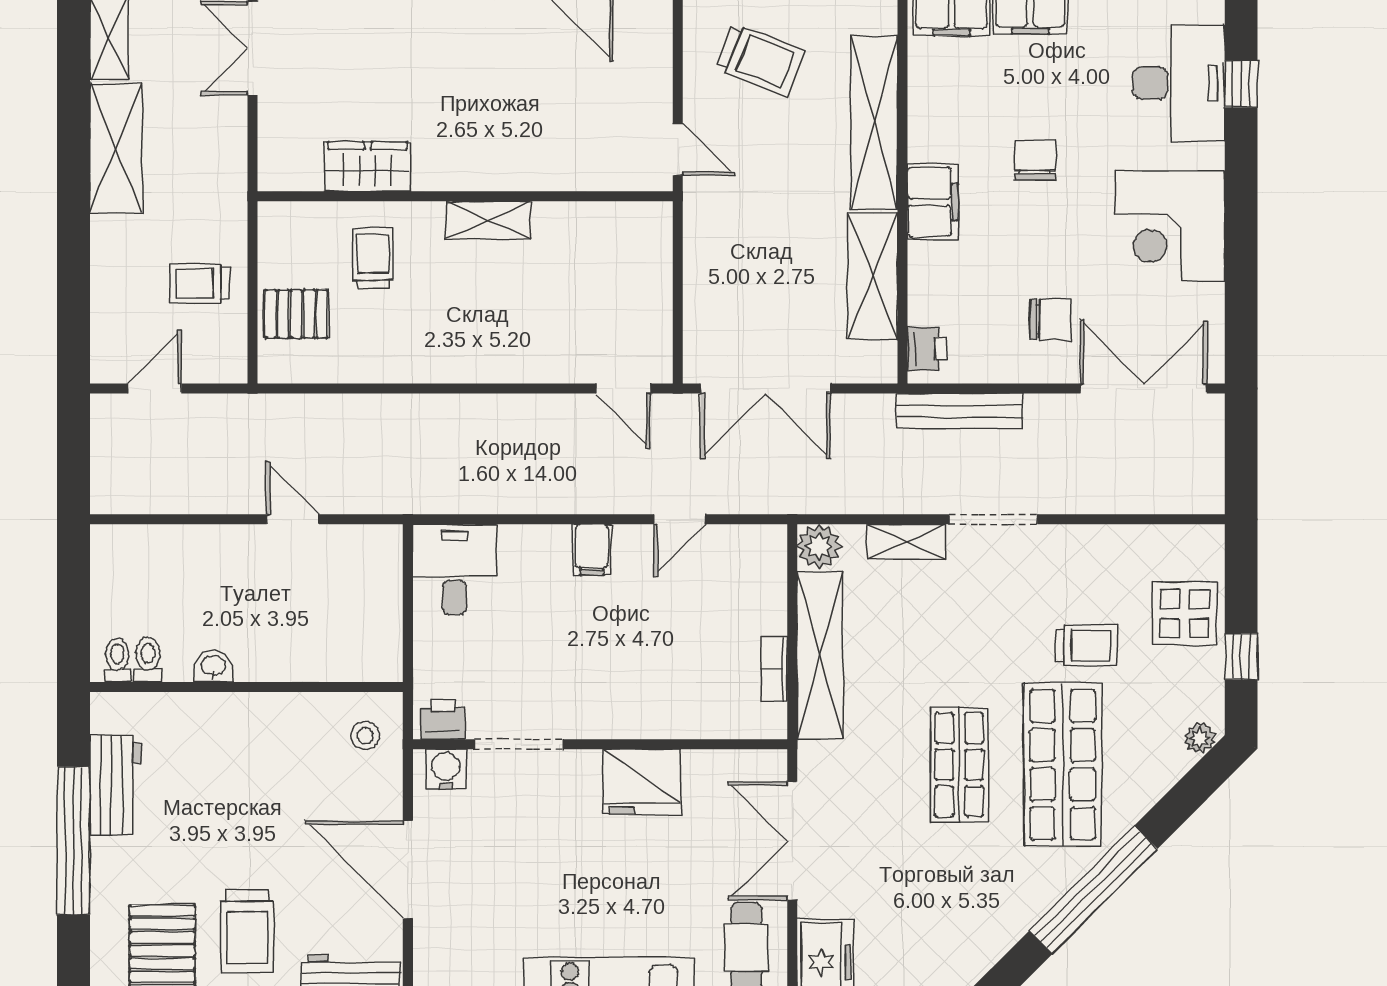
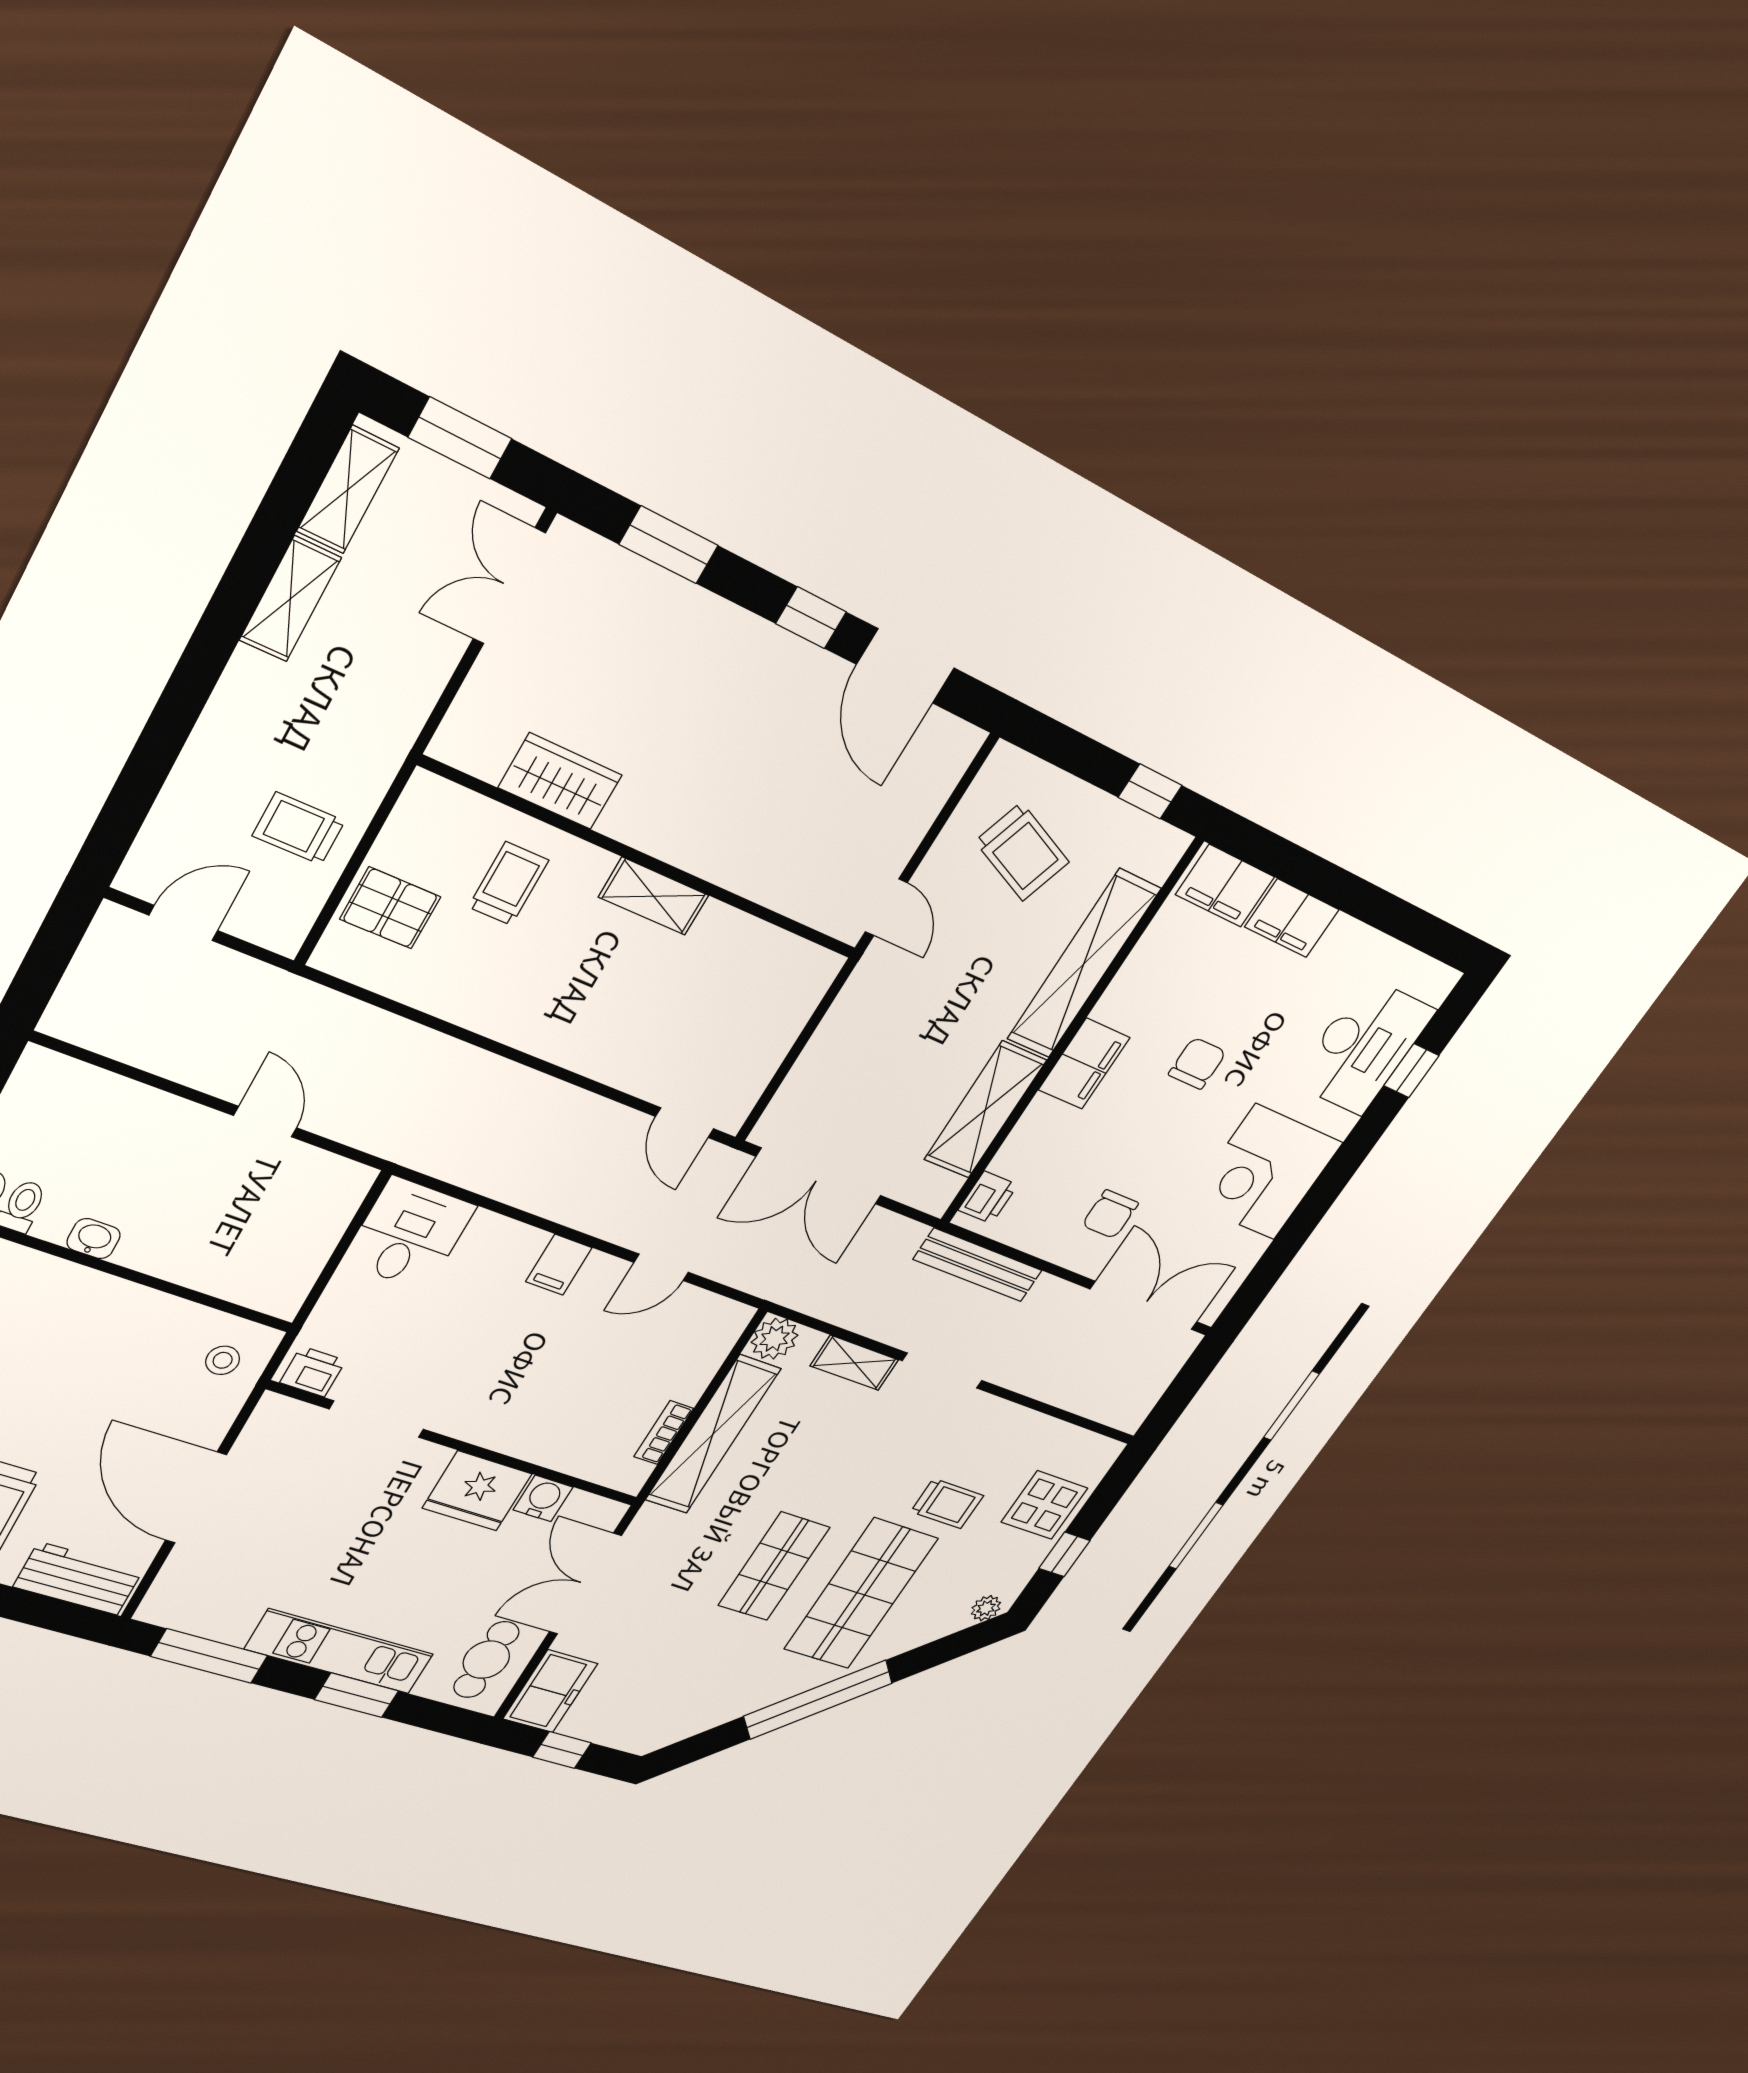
shelving: (116, 148) -> (290, 599), width x0.67, depth x0.75
chair: (1050, 319) -> (1110, 1214), turned 90
water cooler: (446, 769) -> (543, 1498), moved

